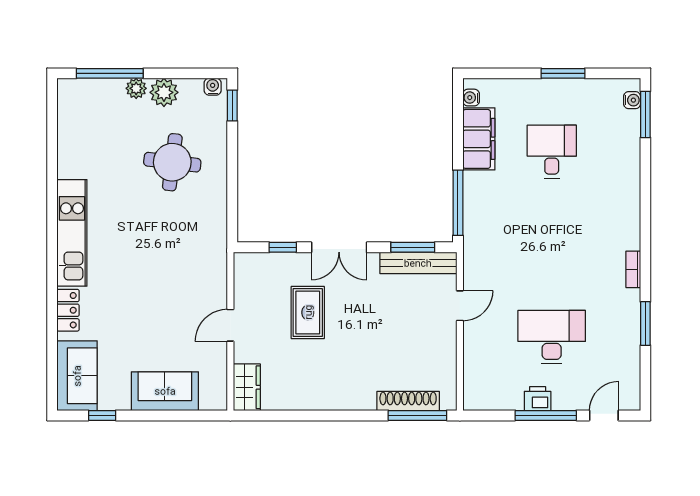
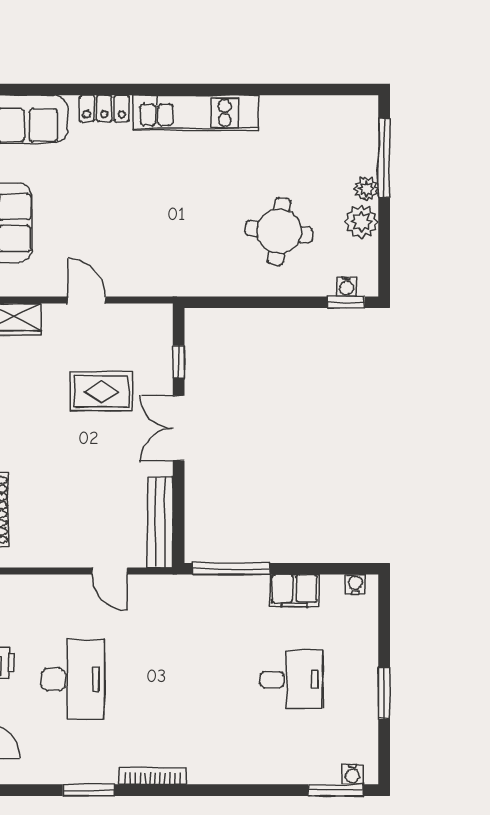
water cooler: (213, 87) -> (347, 287), moved, turned 90
filing cabinet: (479, 139) -> (294, 591), width x0.67, depth x0.86
window: (413, 247) -> (179, 515), removed
bookcase: (633, 269) -> (153, 776), width x1.56

